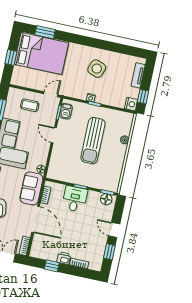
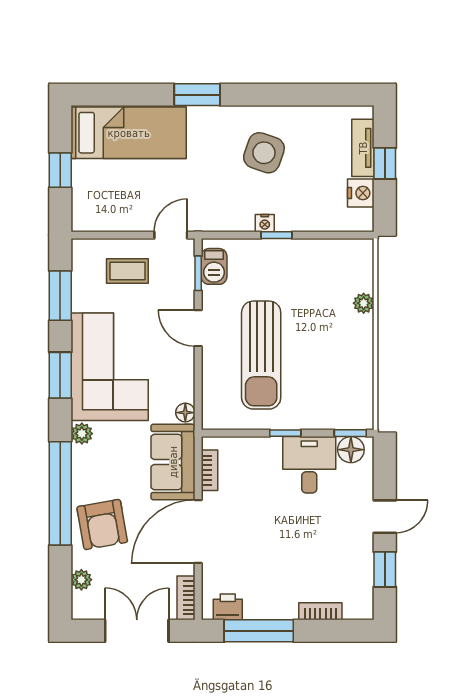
window: (45, 32) -> (197, 95), moved
bed: (41, 53) -> (129, 133), width x0.67
window: (143, 97) -> (385, 163), moved
nightstand: (131, 104) -> (361, 193), moved
sun lounger: (93, 141) -> (261, 355), moved
desk: (75, 199) -> (309, 465), moved
door: (36, 219) -> (198, 531), swing flipped
door: (114, 230) -> (385, 517), swing flipped
printer: (64, 258) -> (228, 607), moved
window: (52, 266) -> (259, 631), width x2.17

